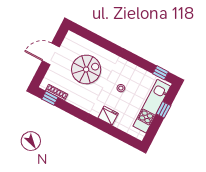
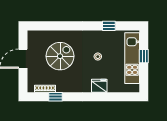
window: (161, 73) -> (109, 26), moved
window: (50, 98) -> (55, 97), moved

